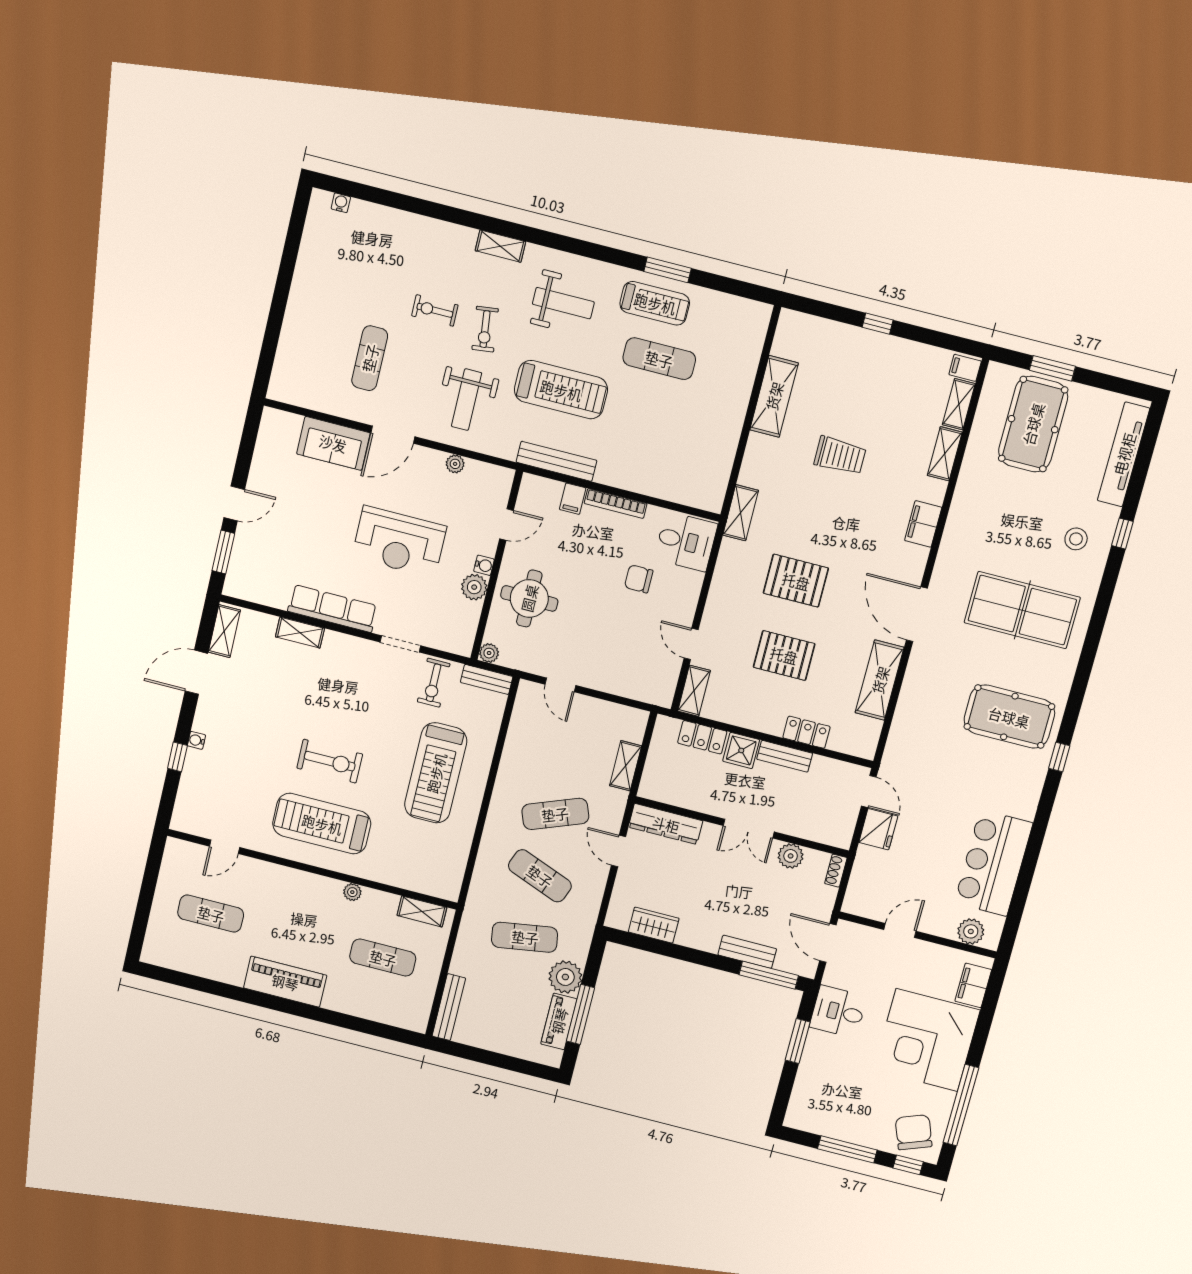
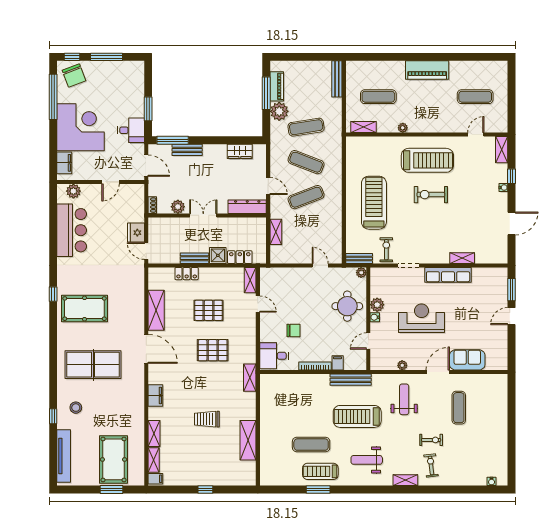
exercise bike: (485, 329) -> (431, 465), moved
shelving: (224, 631) -> (502, 150), moved

